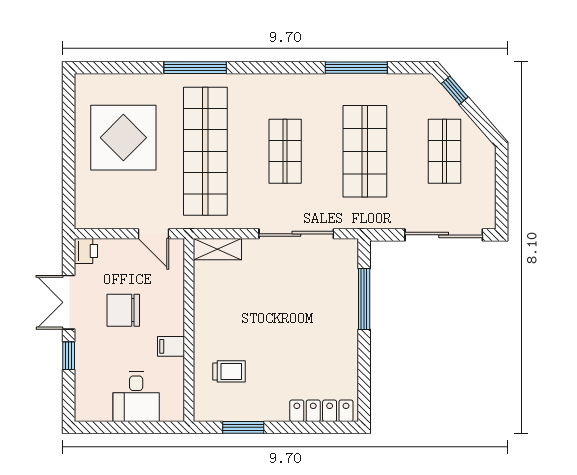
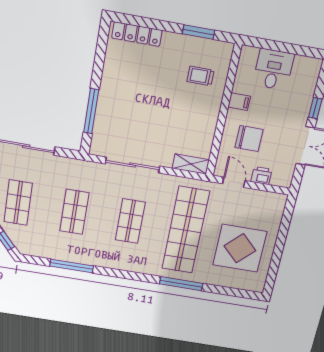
shop shelf: (365, 151) -> (74, 212), width x0.70, depth x0.74
printer: (86, 251) -> (261, 176), moved, turned 90
chair: (123, 310) -> (249, 139), moved

